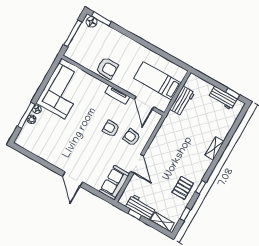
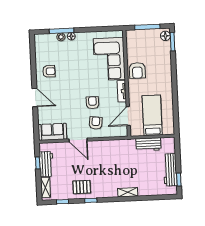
corner sofa: (62, 91) -> (109, 59), moved, turned 90
workbench: (223, 98) -> (170, 170), width x1.37
armchair: (56, 151) -> (49, 71), added
door: (137, 164) -> (78, 140), hinge flipped
door: (72, 179) -> (35, 98), swing flipped

